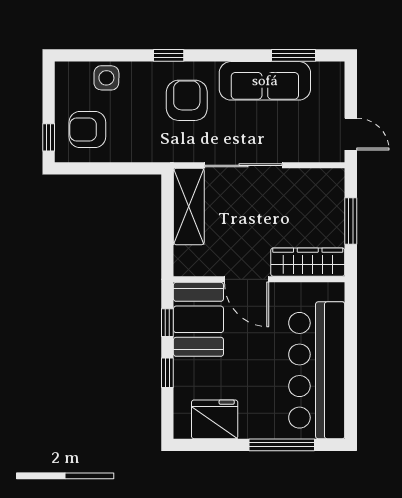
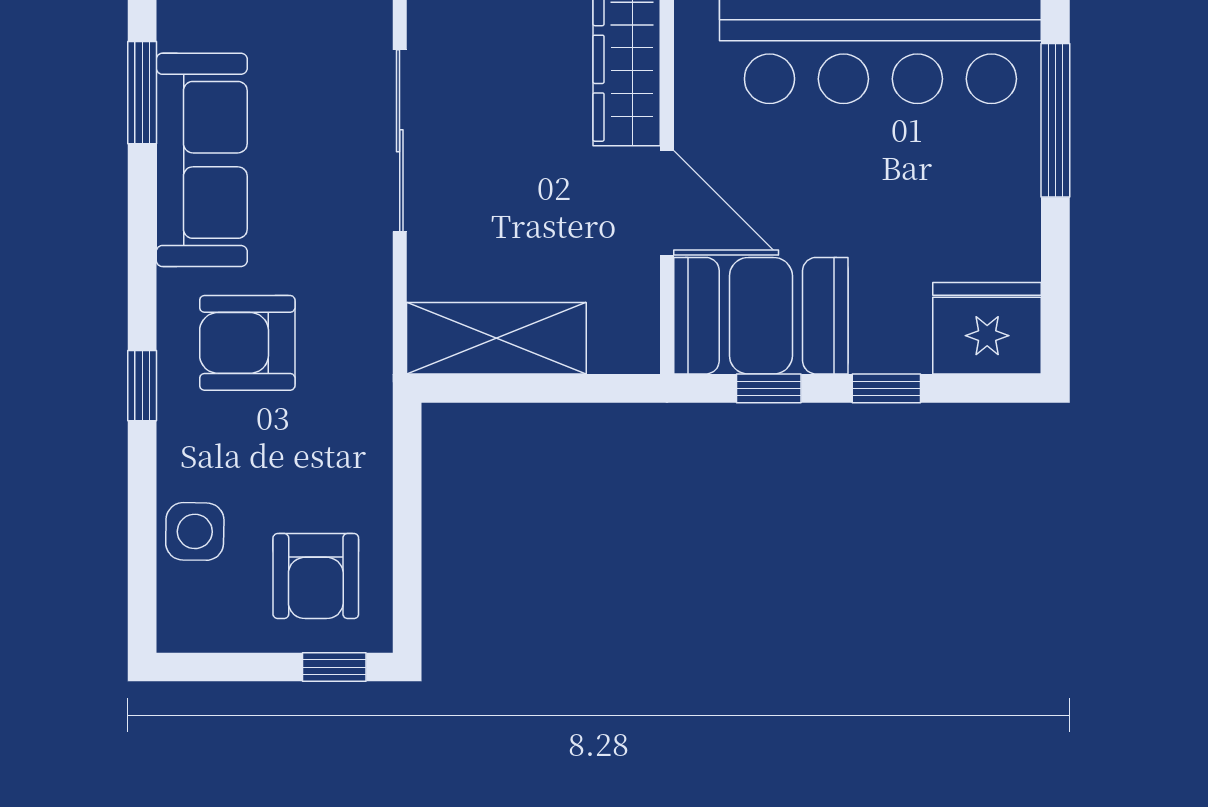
sliding door: (243, 165) -> (400, 141), moved
door: (247, 279) -> (667, 203), hinge flipped
fridge: (215, 419) -> (987, 328), moved, turned 90

